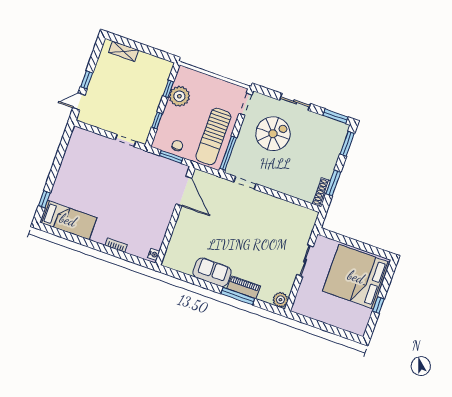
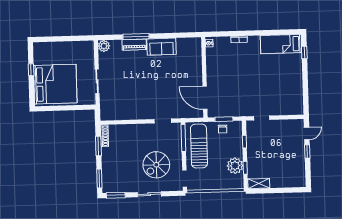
shelving: (124, 51) -> (259, 184), moved

